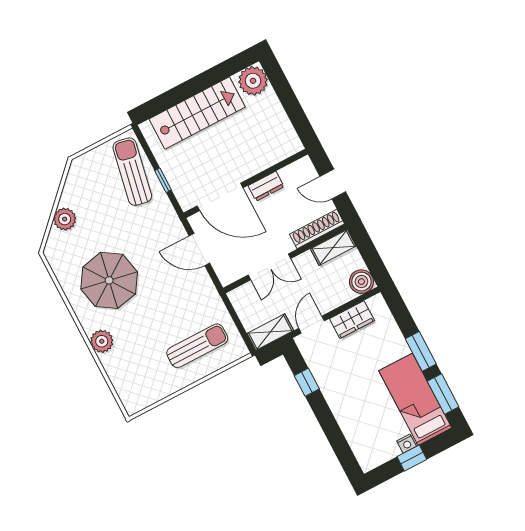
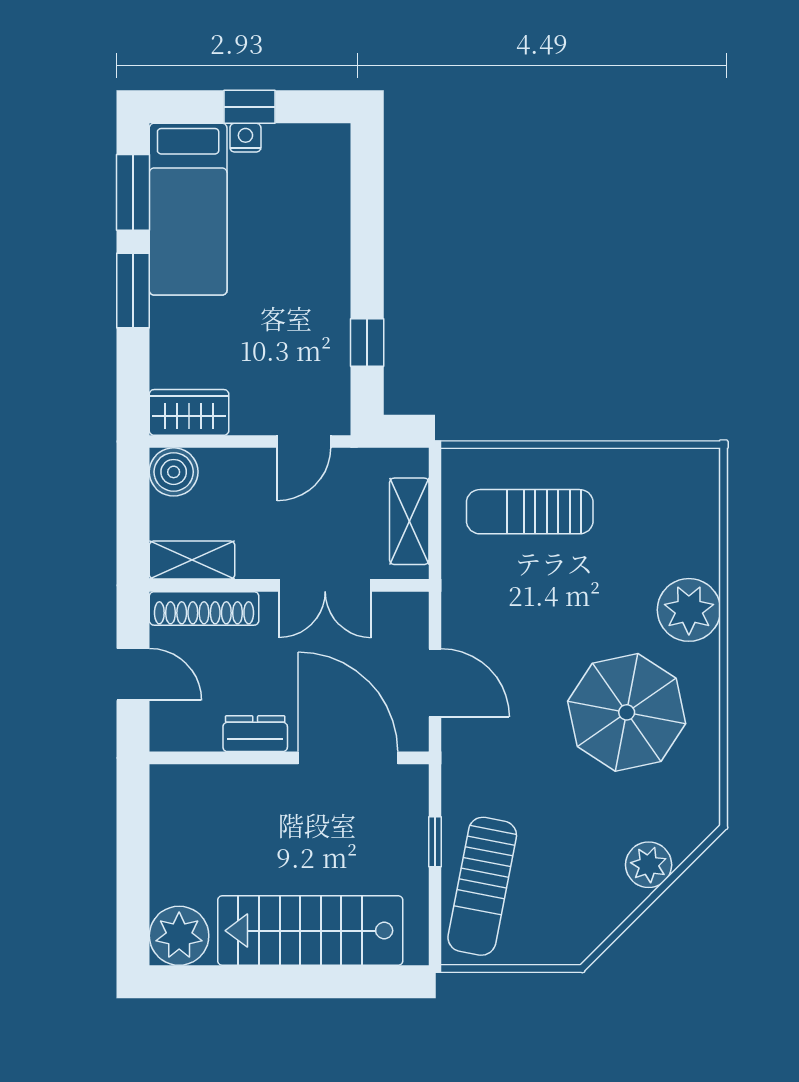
double door: (269, 267) -> (325, 585), swing flipped
wardrobe: (352, 320) -> (189, 412), moved
shelving: (270, 332) -> (409, 521), moved, turned 90
plant: (102, 341) -> (689, 610), width x1.36, depth x1.36

